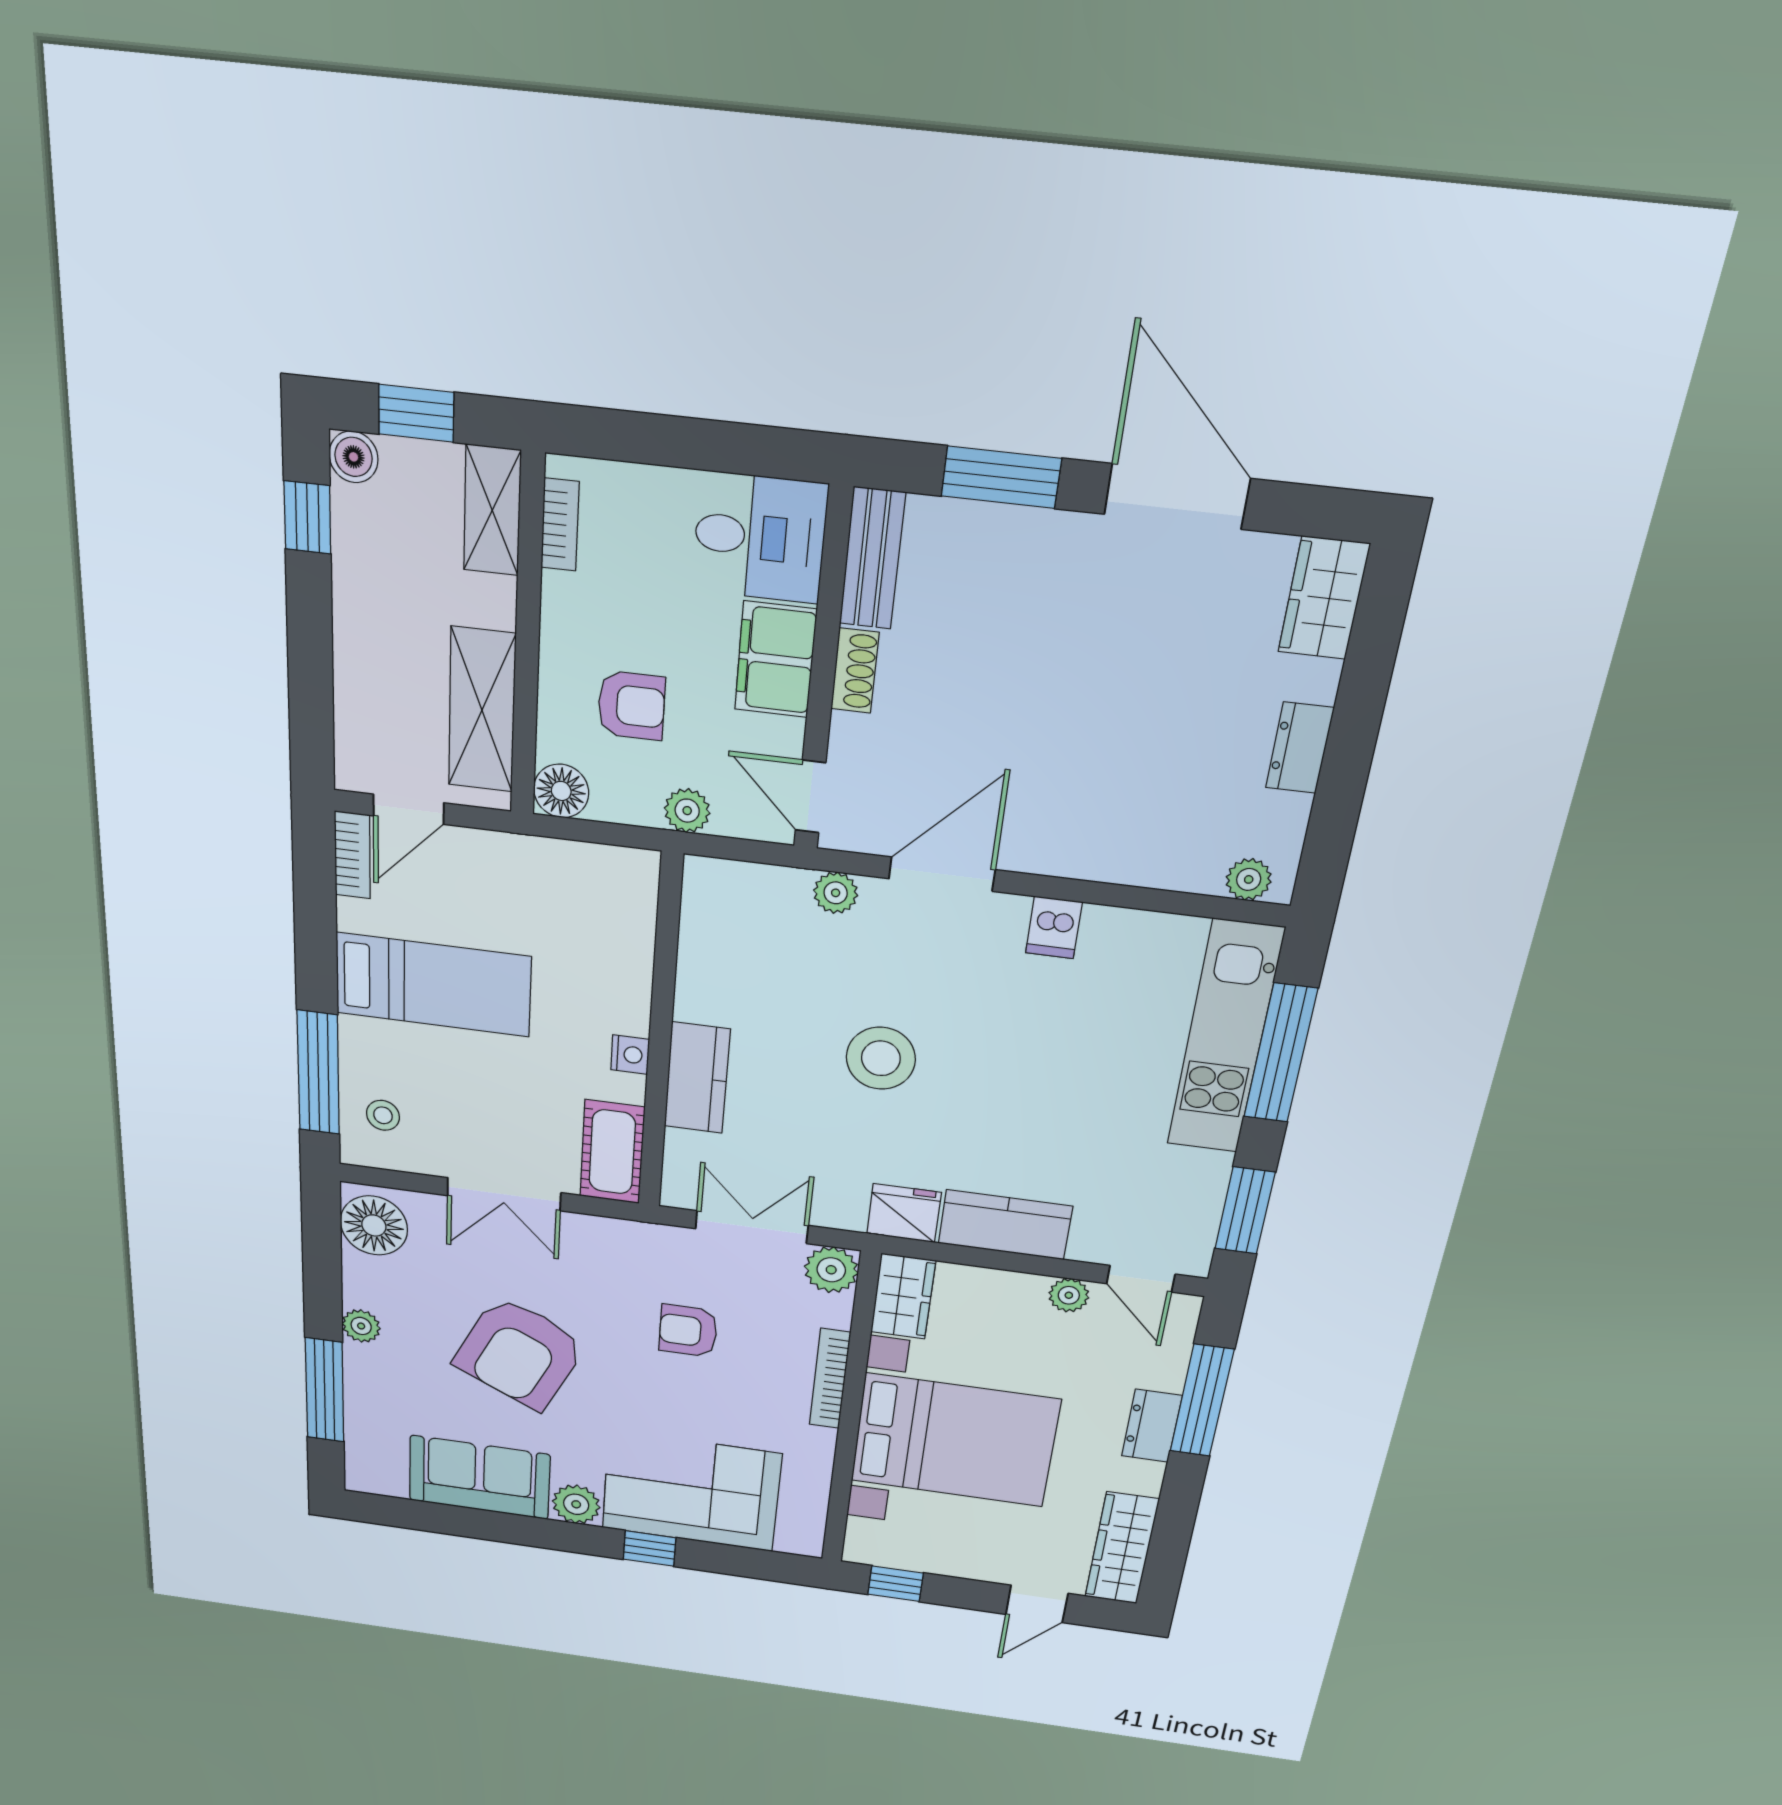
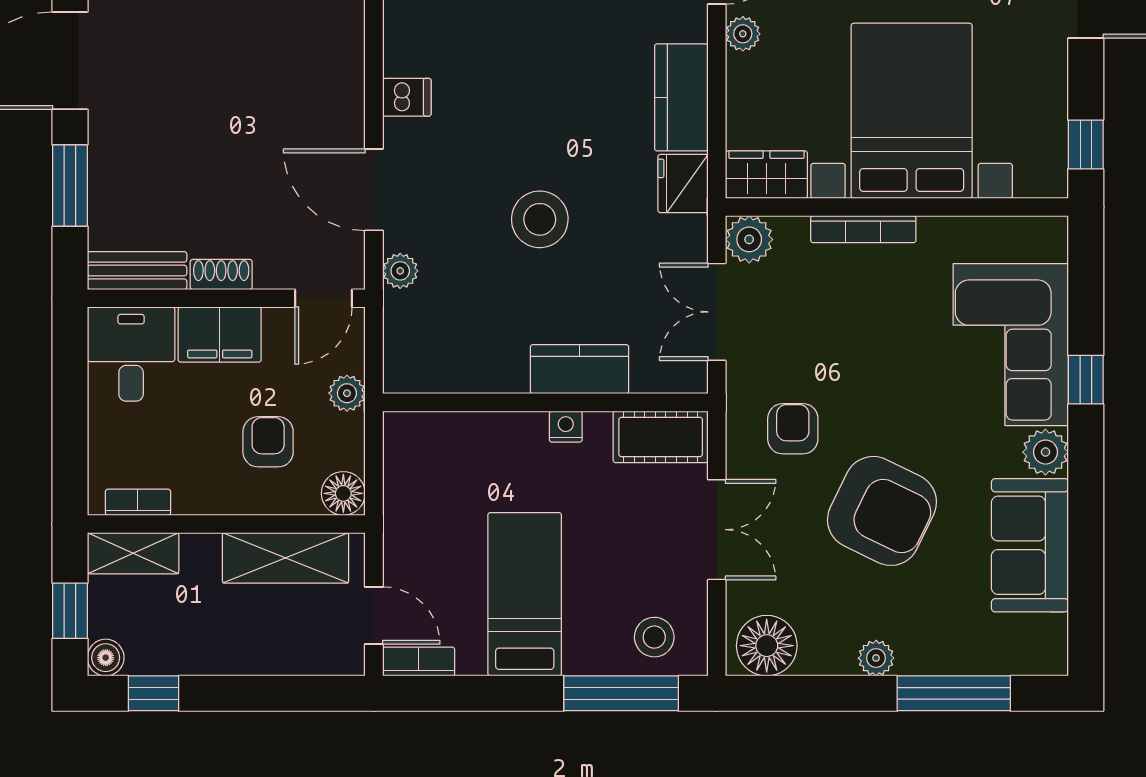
stool: (383, 1115) -> (654, 637), width x1.37, depth x1.37
armchair: (688, 1331) -> (793, 429), moved, turned 180

